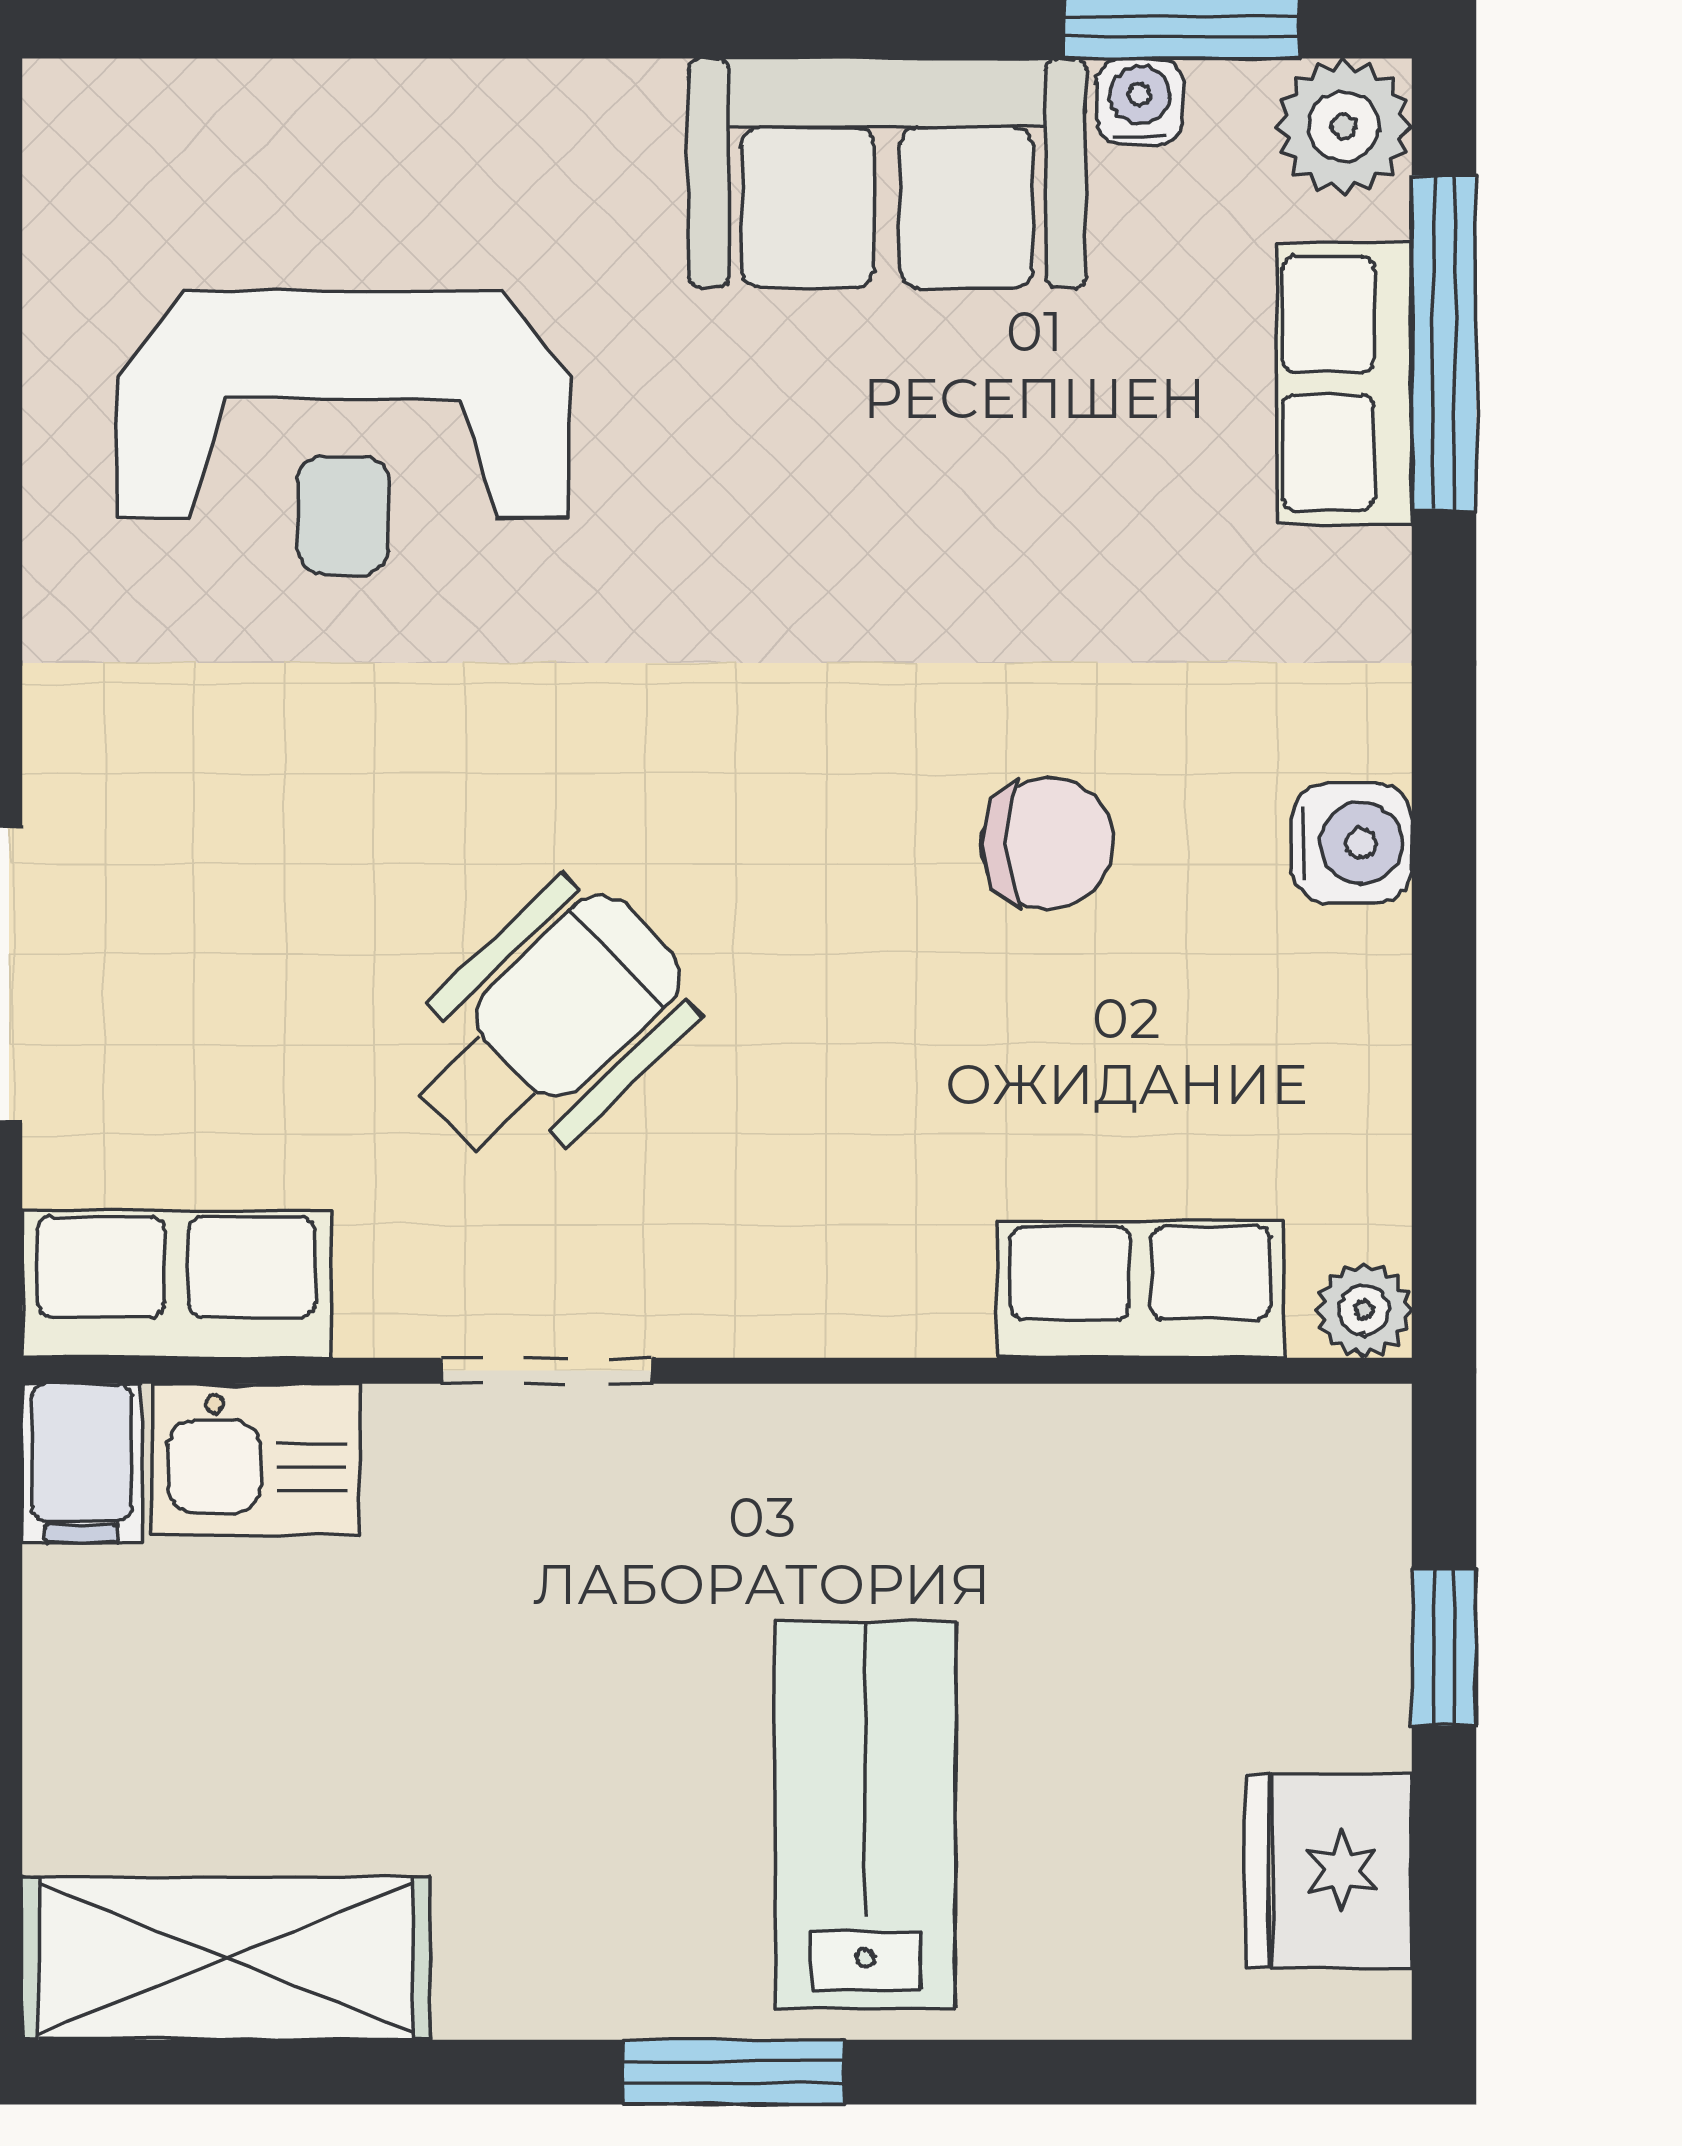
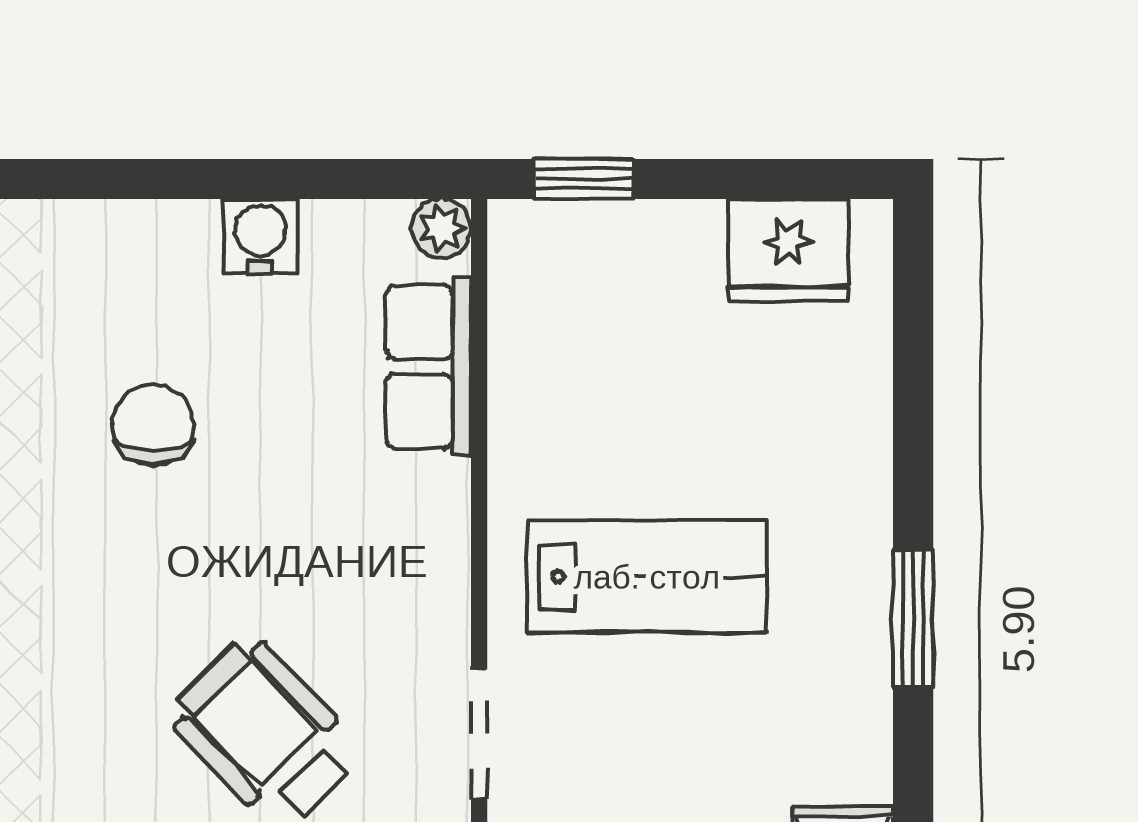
water cooler: (1352, 843) -> (260, 236), moved
window: (1444, 1647) -> (584, 179), moved
lab bench: (865, 1815) -> (647, 577), moved, turned 180

